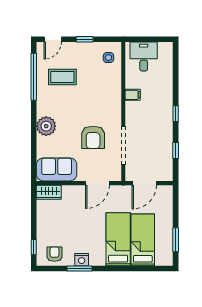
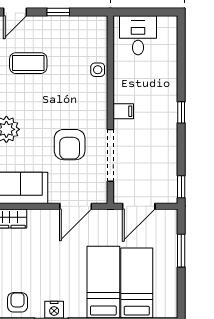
side table: (108, 58) -> (98, 70), moved
filing cabinet: (133, 95) -> (123, 111), moved
window: (176, 150) -> (181, 187), moved
window: (176, 240) -> (181, 251), moved

